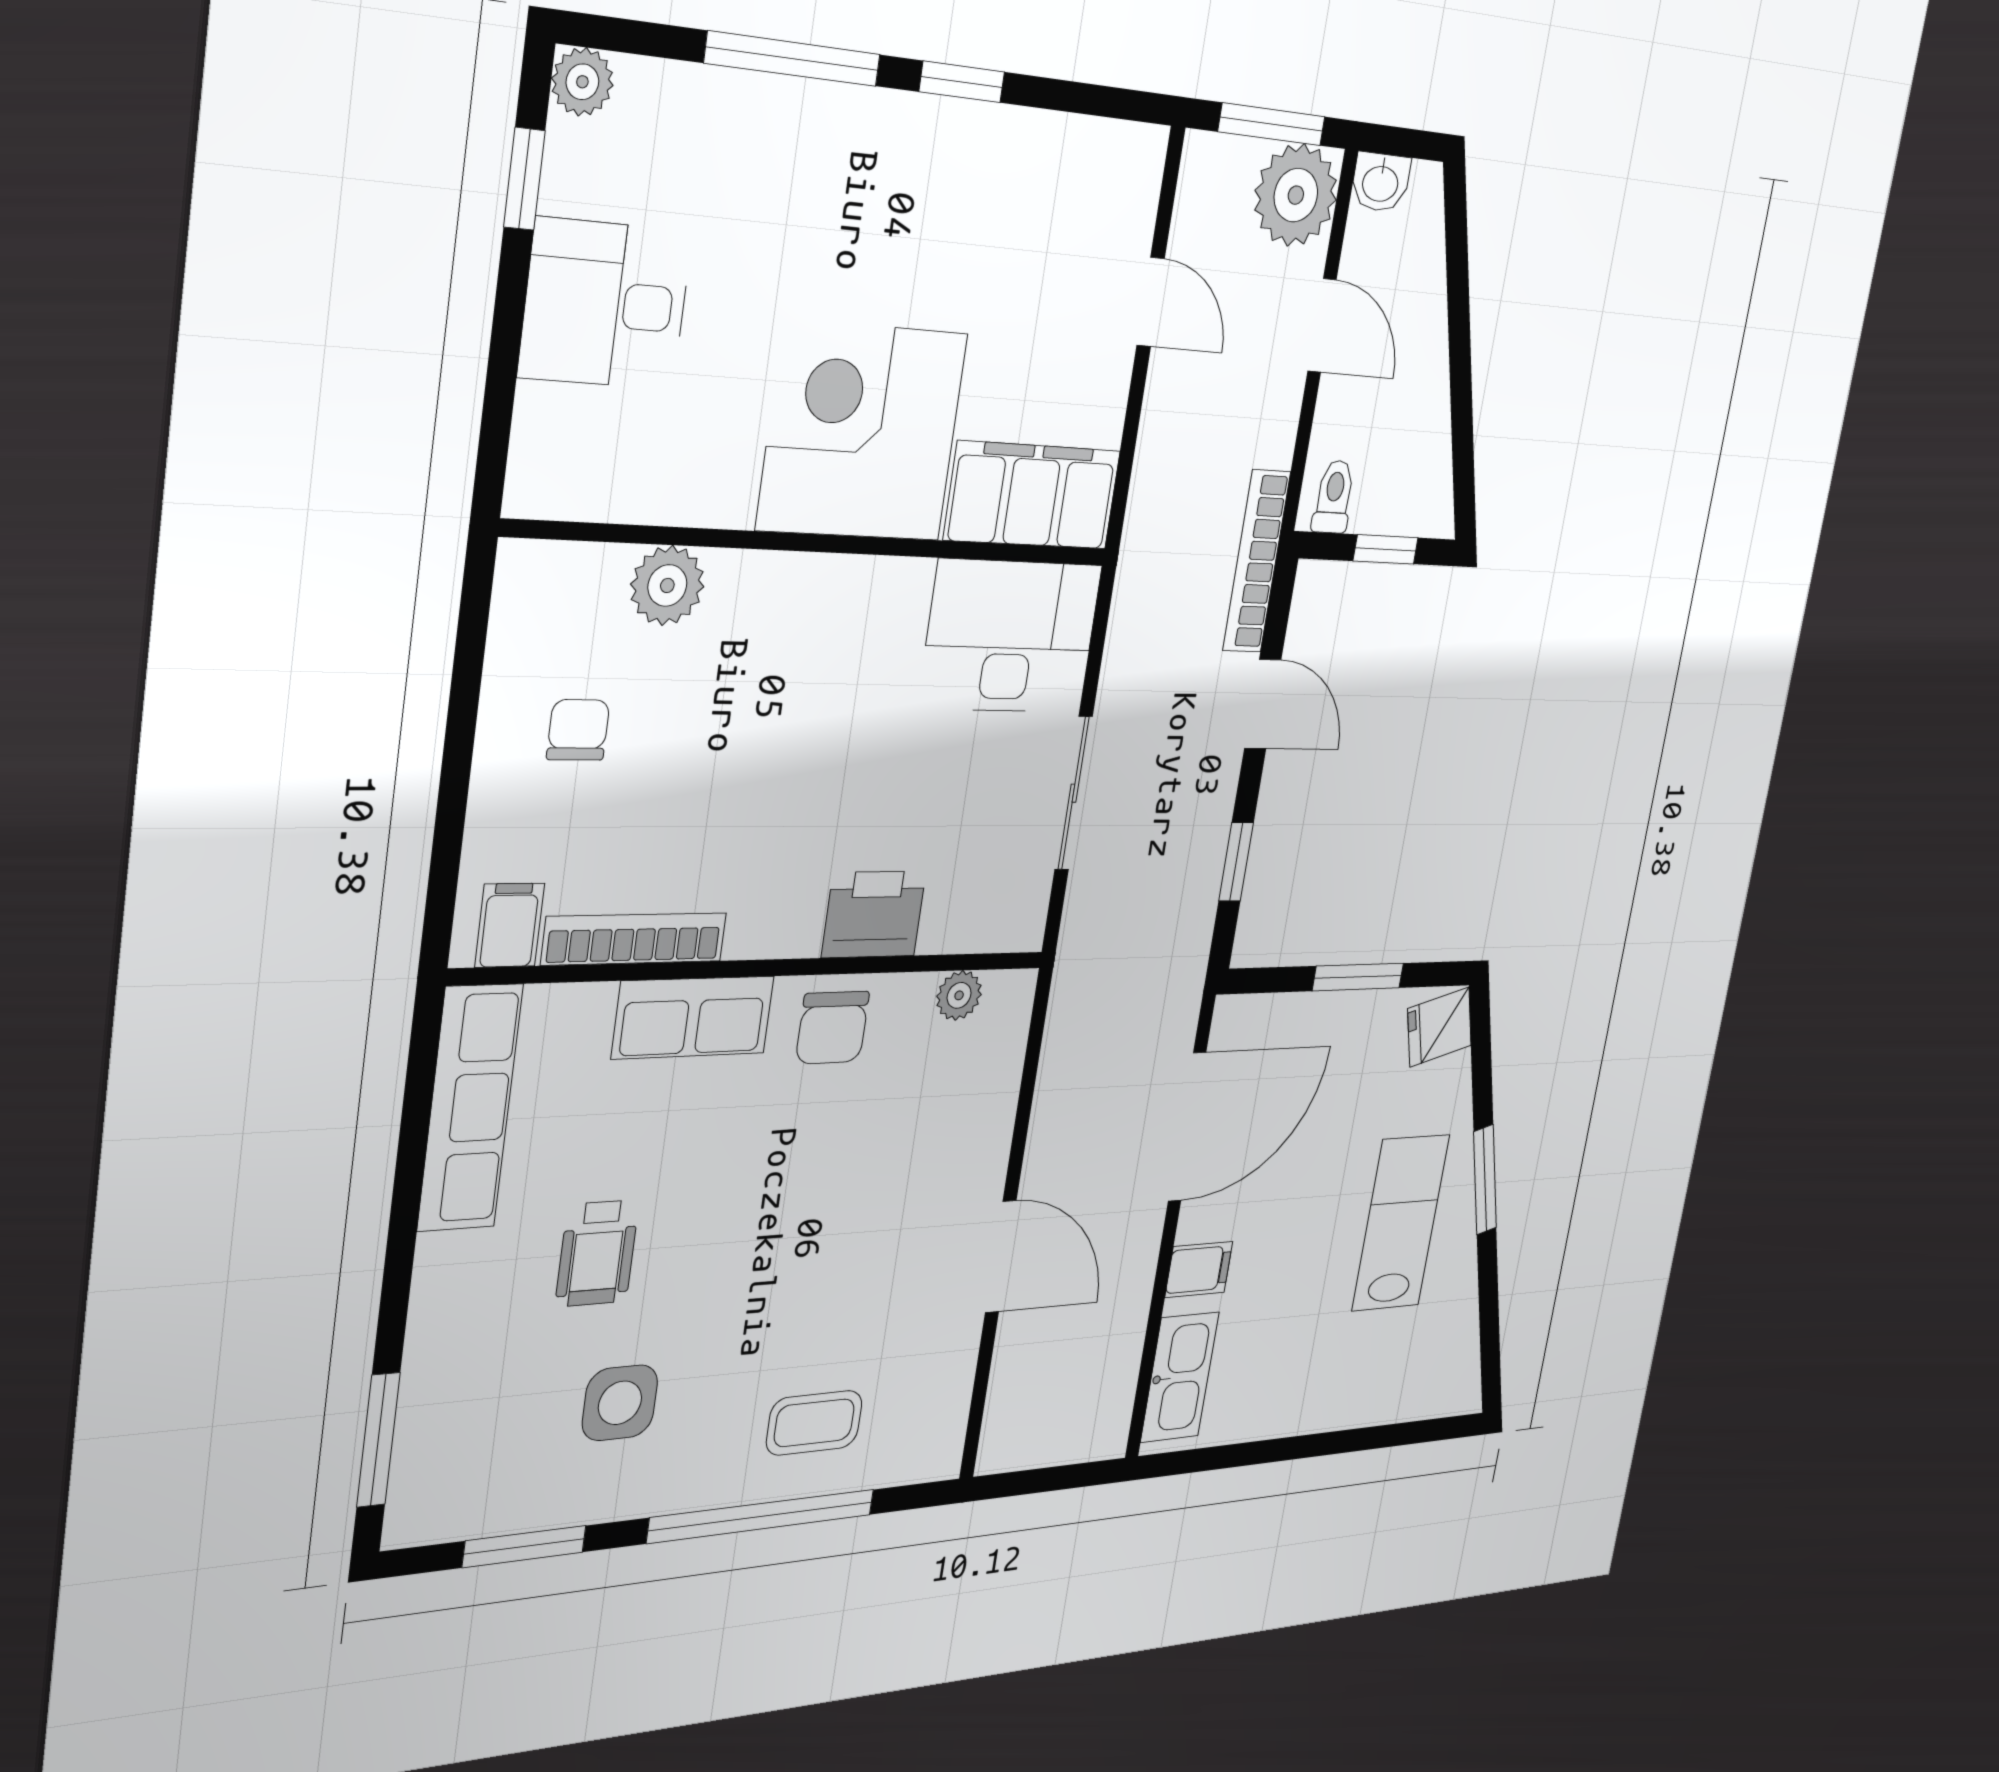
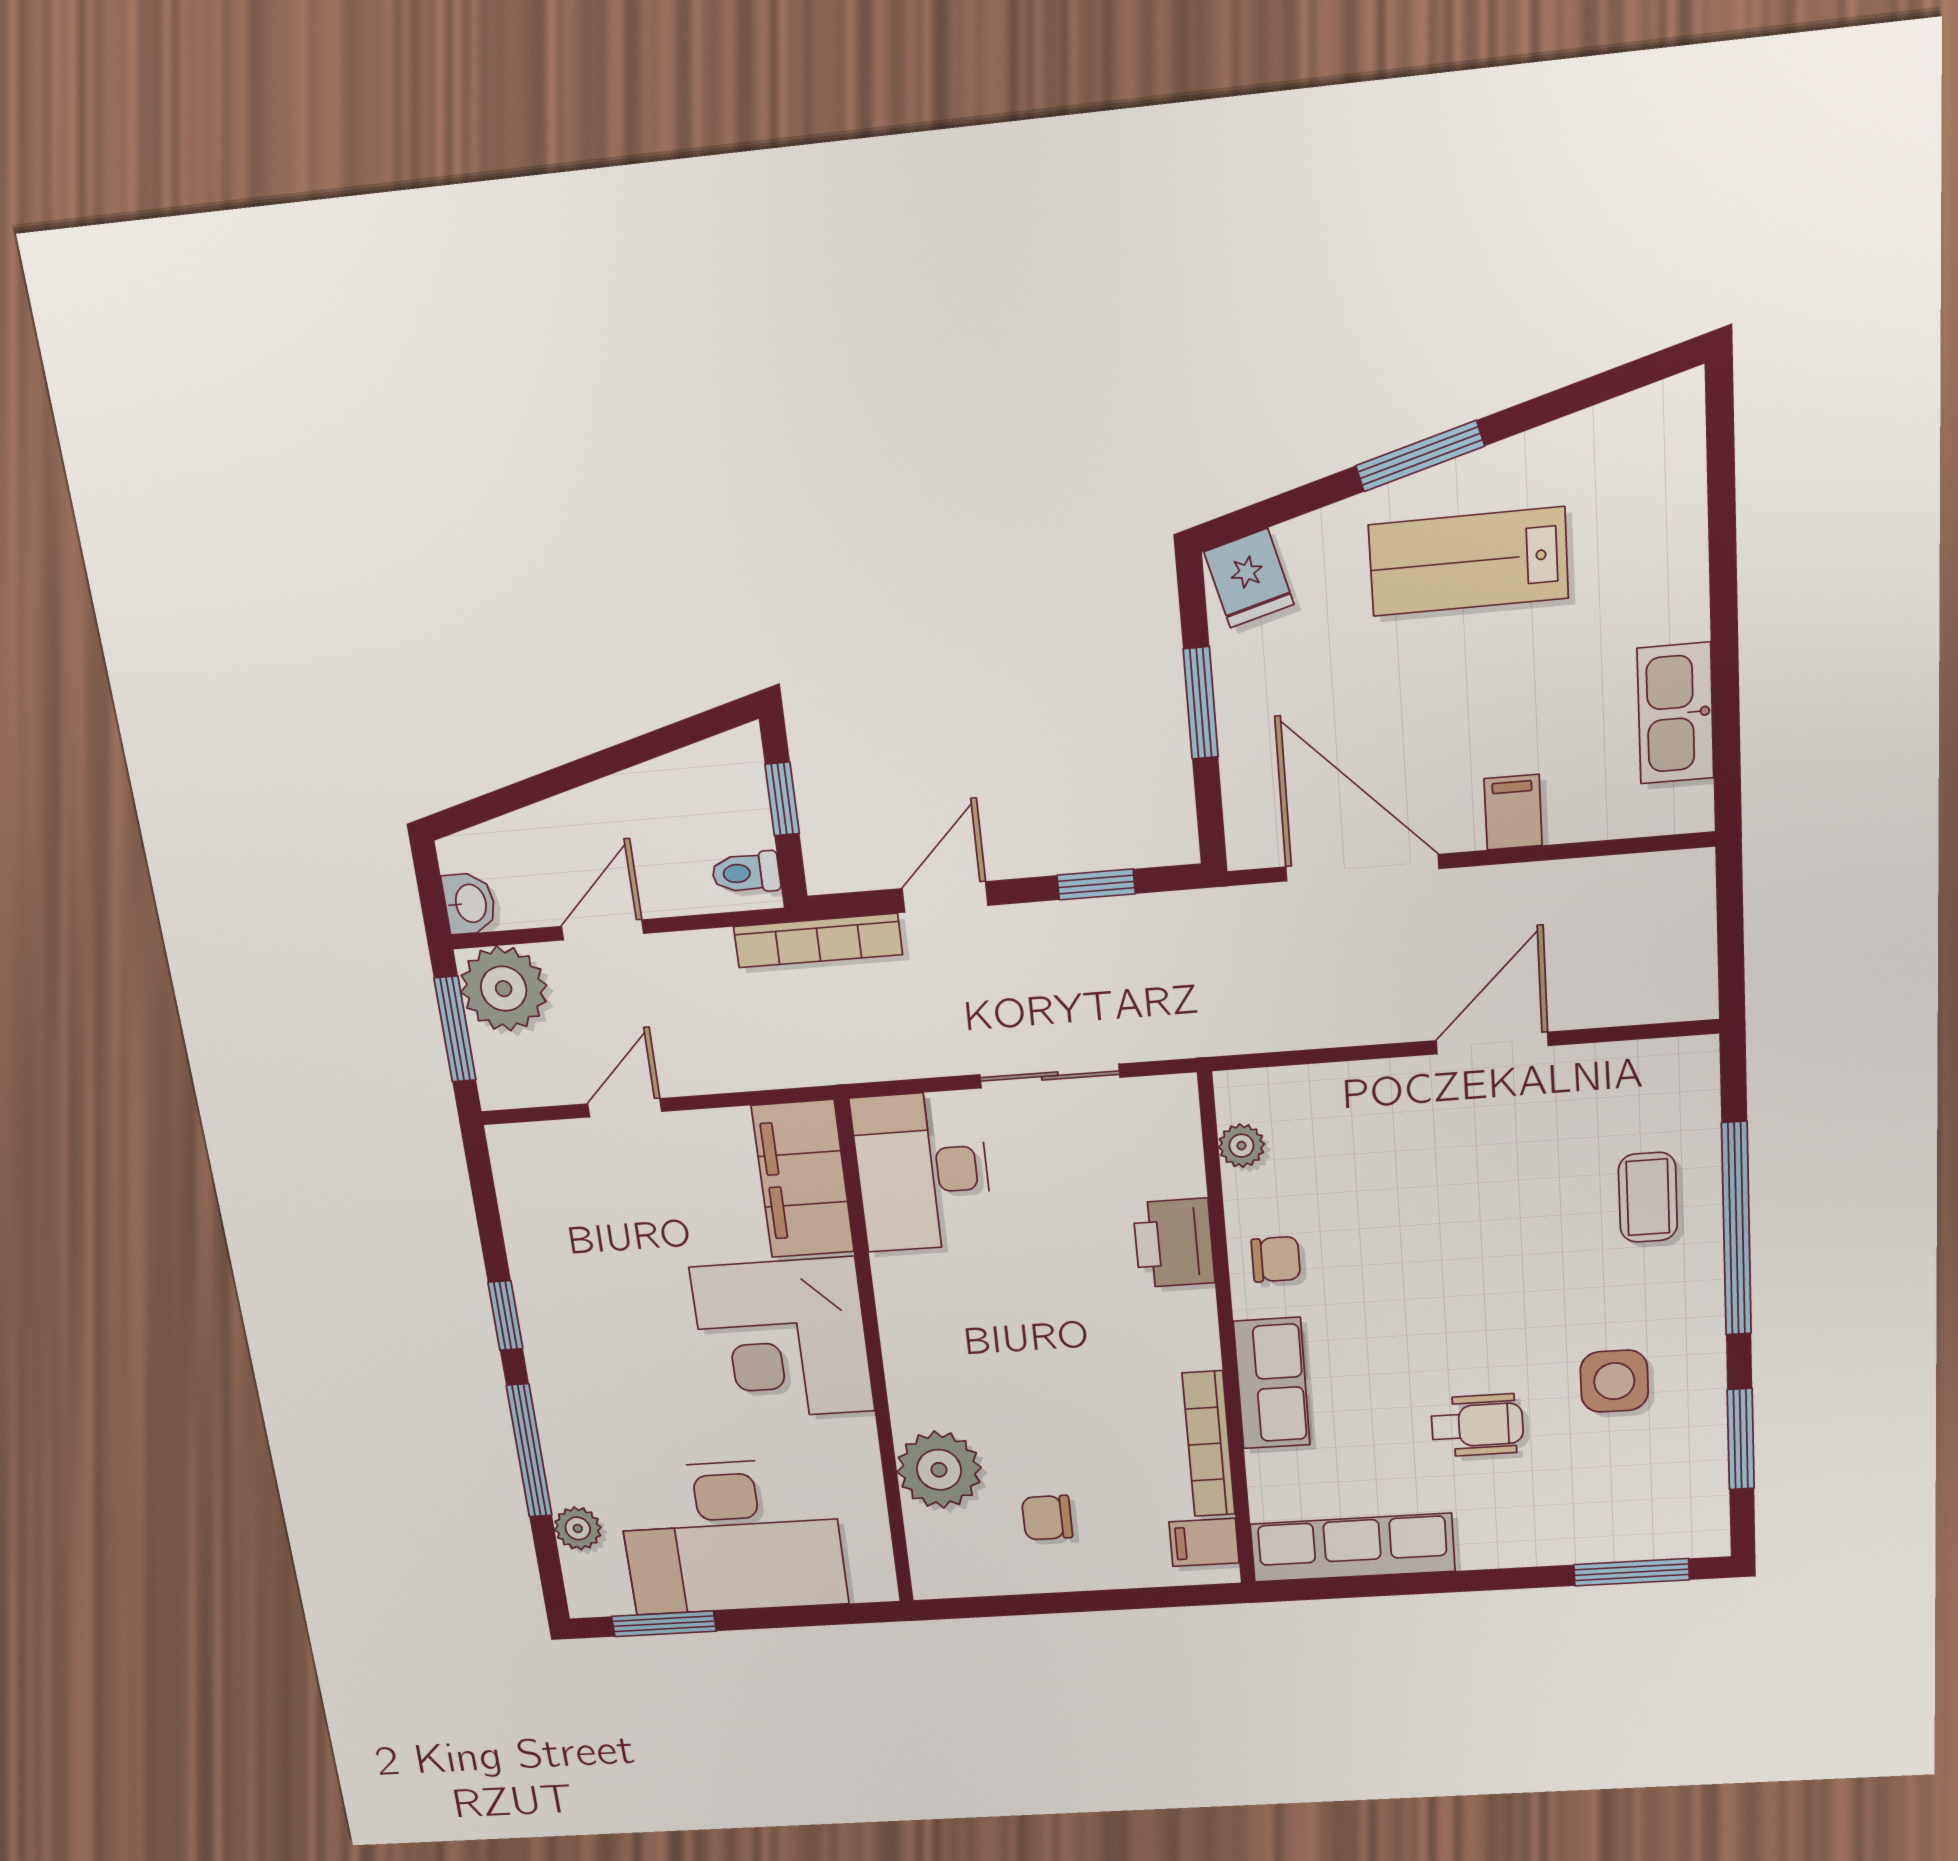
plant: (582, 82) -> (578, 1528), moved
window: (524, 179) -> (664, 1624), width x1.50
desk: (605, 304) -> (732, 1537), width x1.87, depth x1.30
plant: (667, 585) -> (939, 1470), width x1.36, depth x1.36
chair: (832, 1028) -> (1276, 1259), width x0.73, depth x0.73
kitchen sink: (1180, 1377) -> (1676, 713), moved, turned -90

